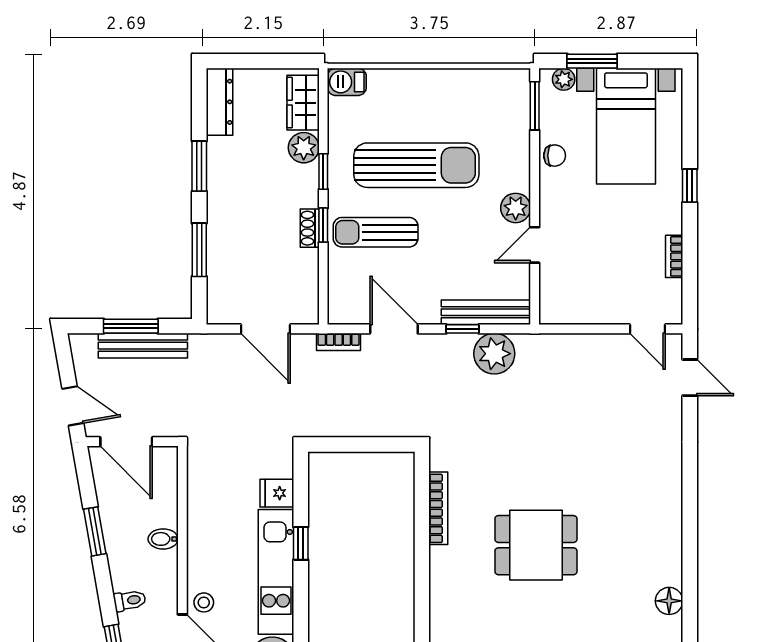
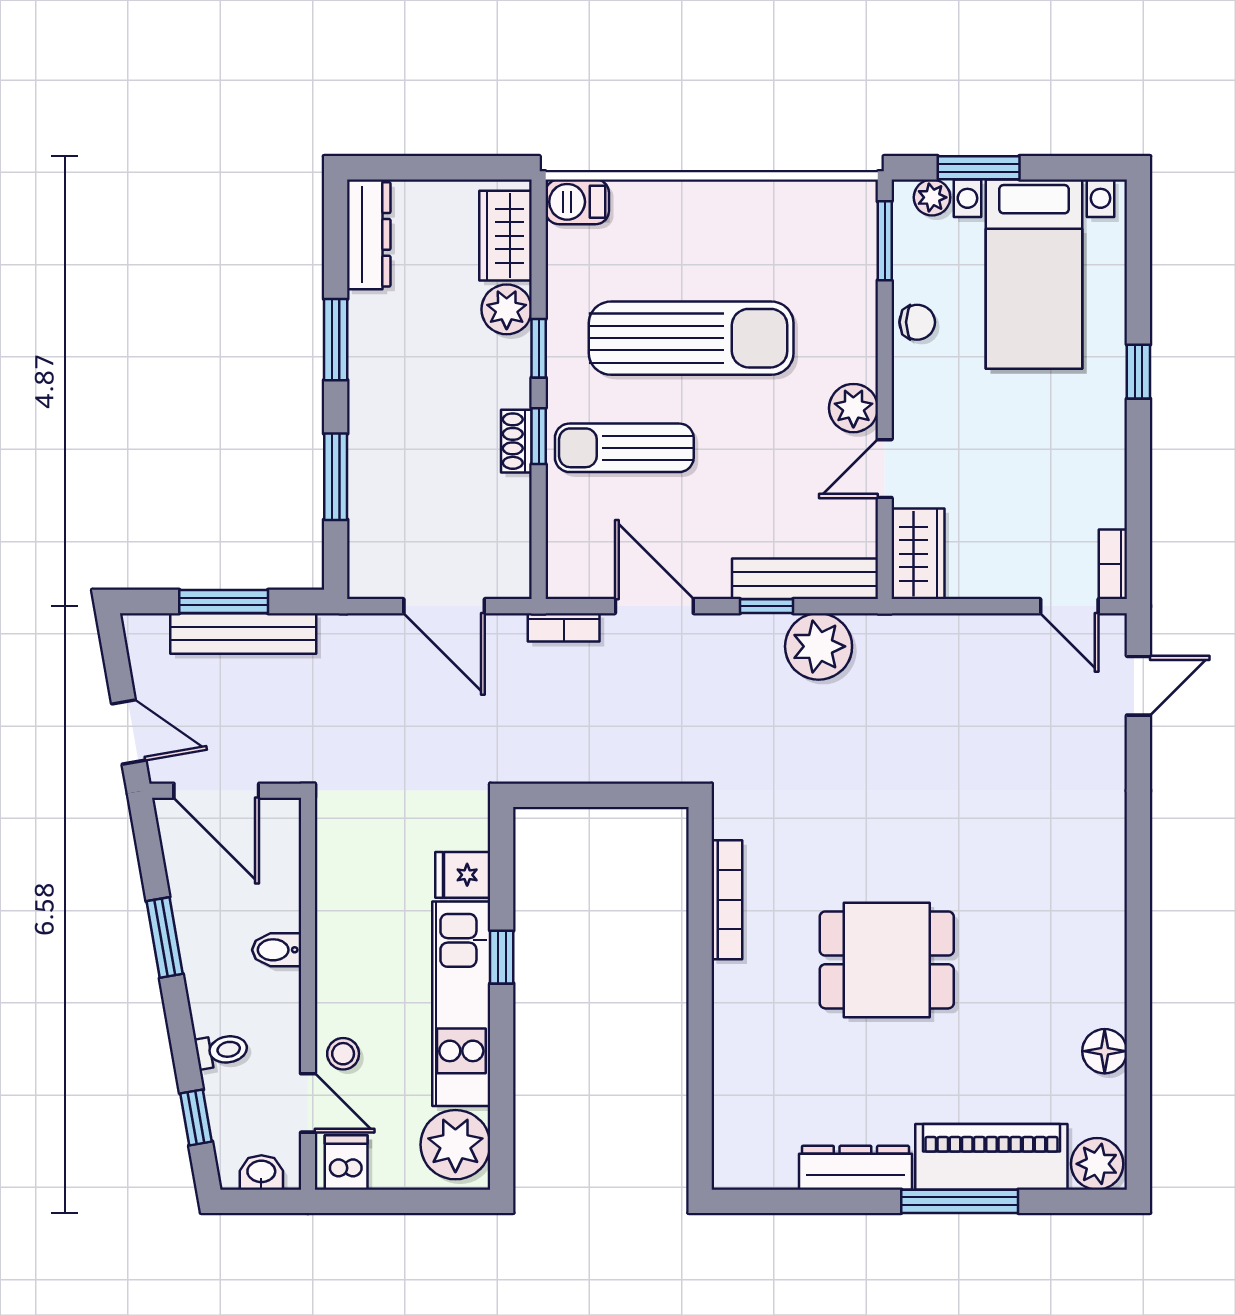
bookcase: (674, 256) -> (1113, 564), moved
wardrobe: (555, 297) -> (918, 554), added
door: (690, 378) -> (1138, 686), hinge flipped

